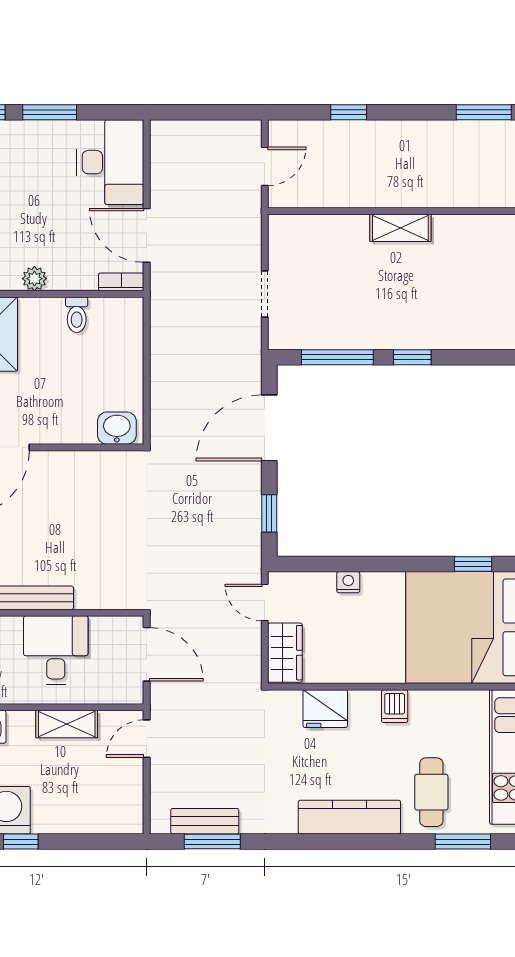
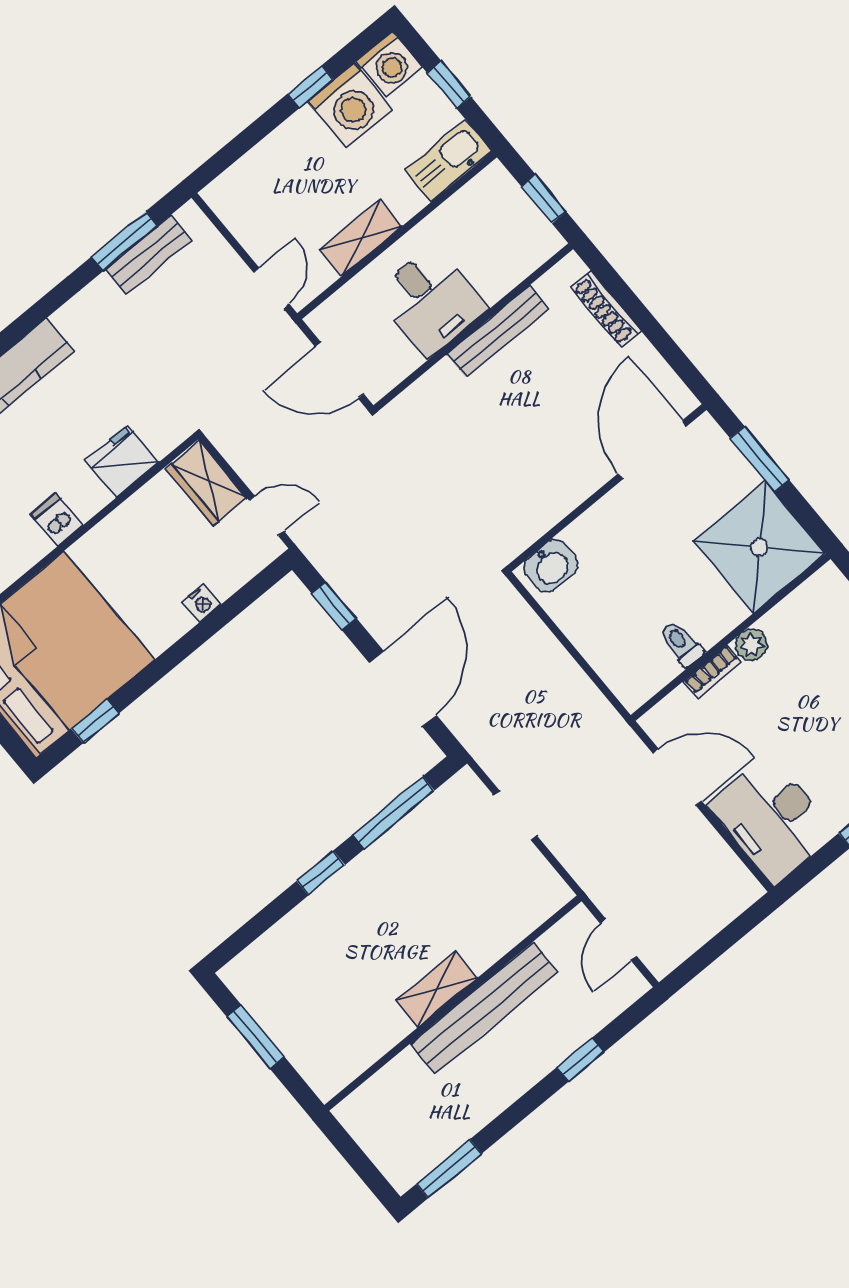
bench: (381, 193) -> (484, 1008), added
bookcase: (121, 282) -> (713, 672), moved

